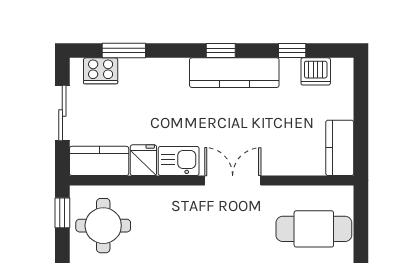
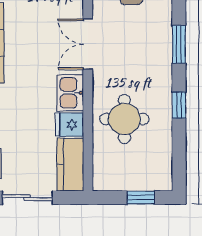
window: (62, 213) -> (141, 198), moved
round table: (103, 226) -> (124, 119), moved

